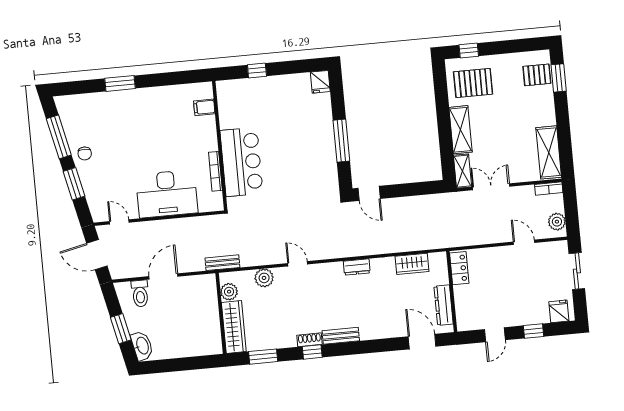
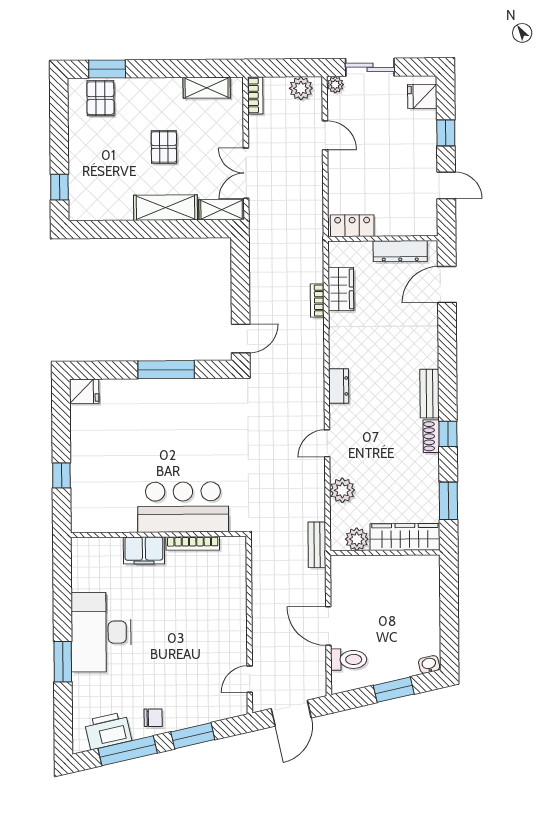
pallet: (473, 83) -> (164, 147), moved, width x0.67, depth x0.71
filing cabinet: (204, 107) -> (144, 550), moved, width x2.00
printer: (72, 121) -> (108, 731), added
shelving: (549, 152) -> (207, 88), width x0.67, depth x0.75
desk: (167, 194) -> (101, 632), moved, turned 180
door: (524, 242) -> (325, 135), swing flipped
bookcase: (402, 247) -> (317, 301), added
plant: (562, 247) -> (335, 85), added
dresser: (357, 267) -> (339, 386), moved
washbasin: (142, 346) -> (429, 664), width x0.52, depth x0.69

